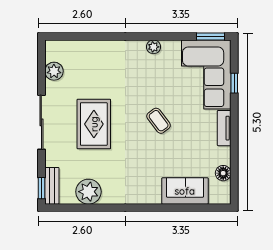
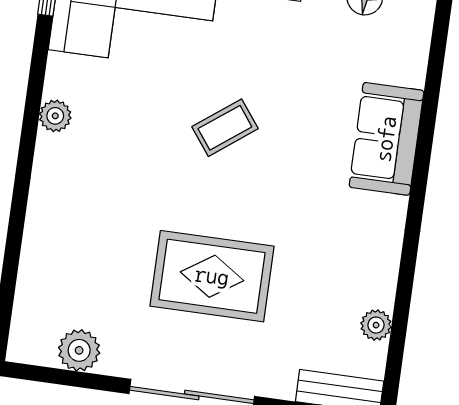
sofa: (185, 191) -> (386, 139), moved
plant: (88, 192) -> (376, 325), width x0.53, depth x0.53

